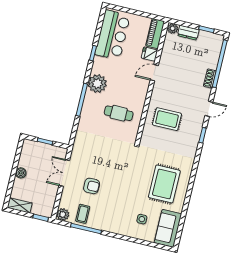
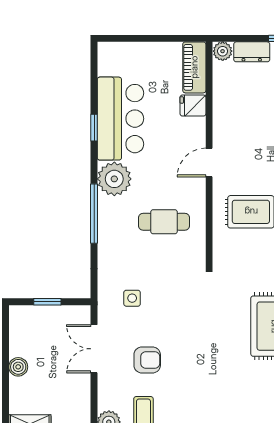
bar counter: (112, 35) -> (120, 119), moved
door: (154, 73) -> (209, 163), moved
side table: (142, 219) -> (132, 298), moved

